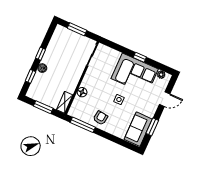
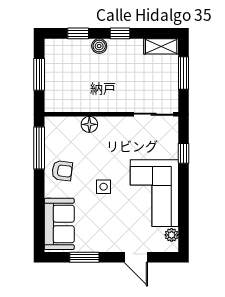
window: (140, 57) -> (184, 153), moved
shelving: (65, 102) -> (161, 46), moved
sofa: (138, 129) -> (59, 224), moved, turned 90

